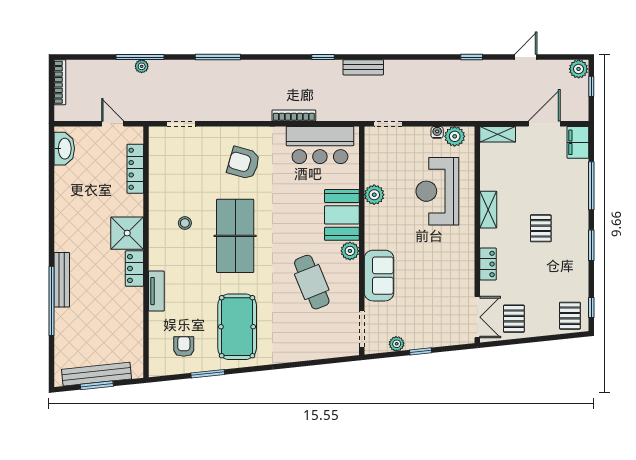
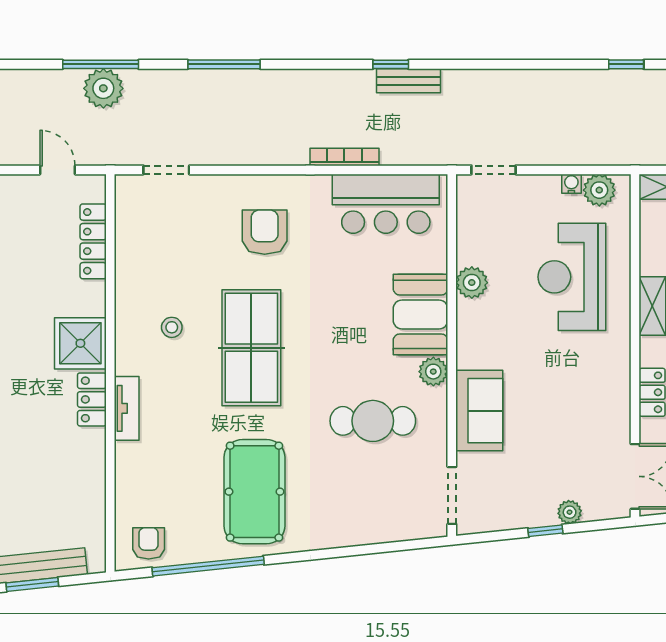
plant: (142, 66) -> (103, 88), width x1.88, depth x1.88
bench: (363, 67) -> (409, 81), moved
armchair: (243, 163) -> (265, 232), turned 74
cafe table: (312, 282) -> (373, 421), turned -68
tv unit: (156, 291) -> (127, 408), moved
plant: (397, 344) -> (570, 512), moved
armchair: (184, 346) -> (149, 543), moved
window: (208, 374) -> (208, 566), width x2.11

